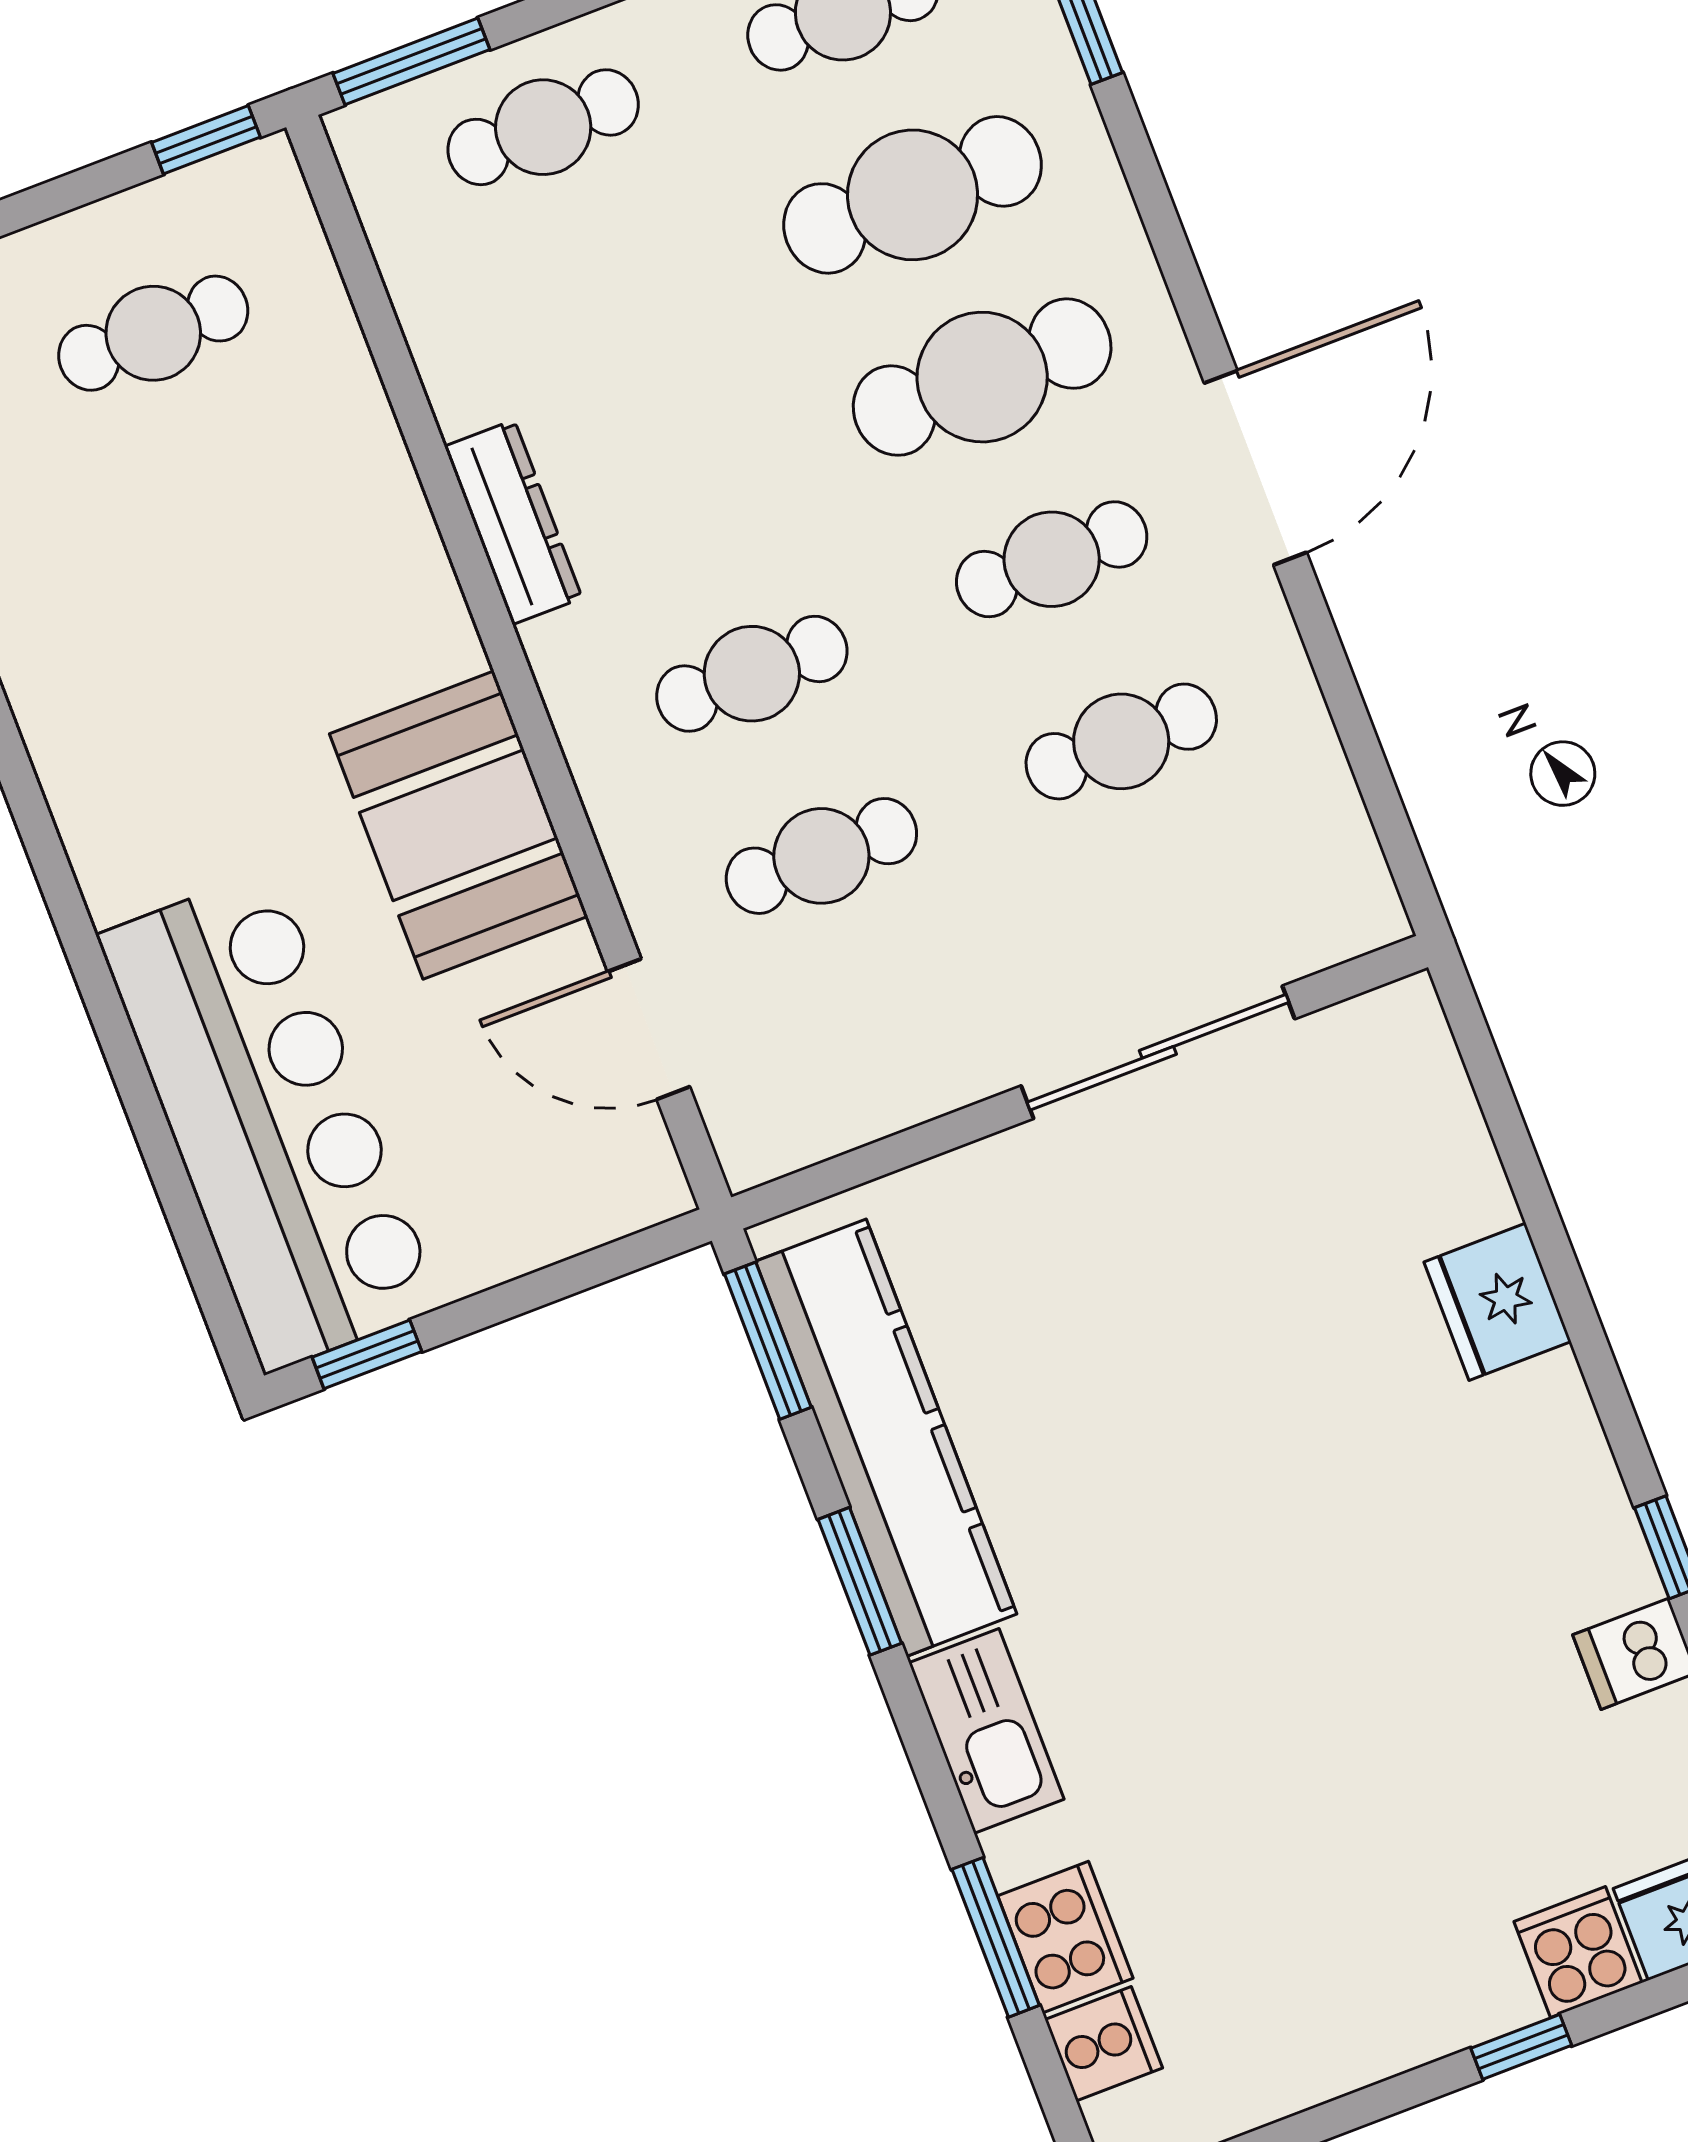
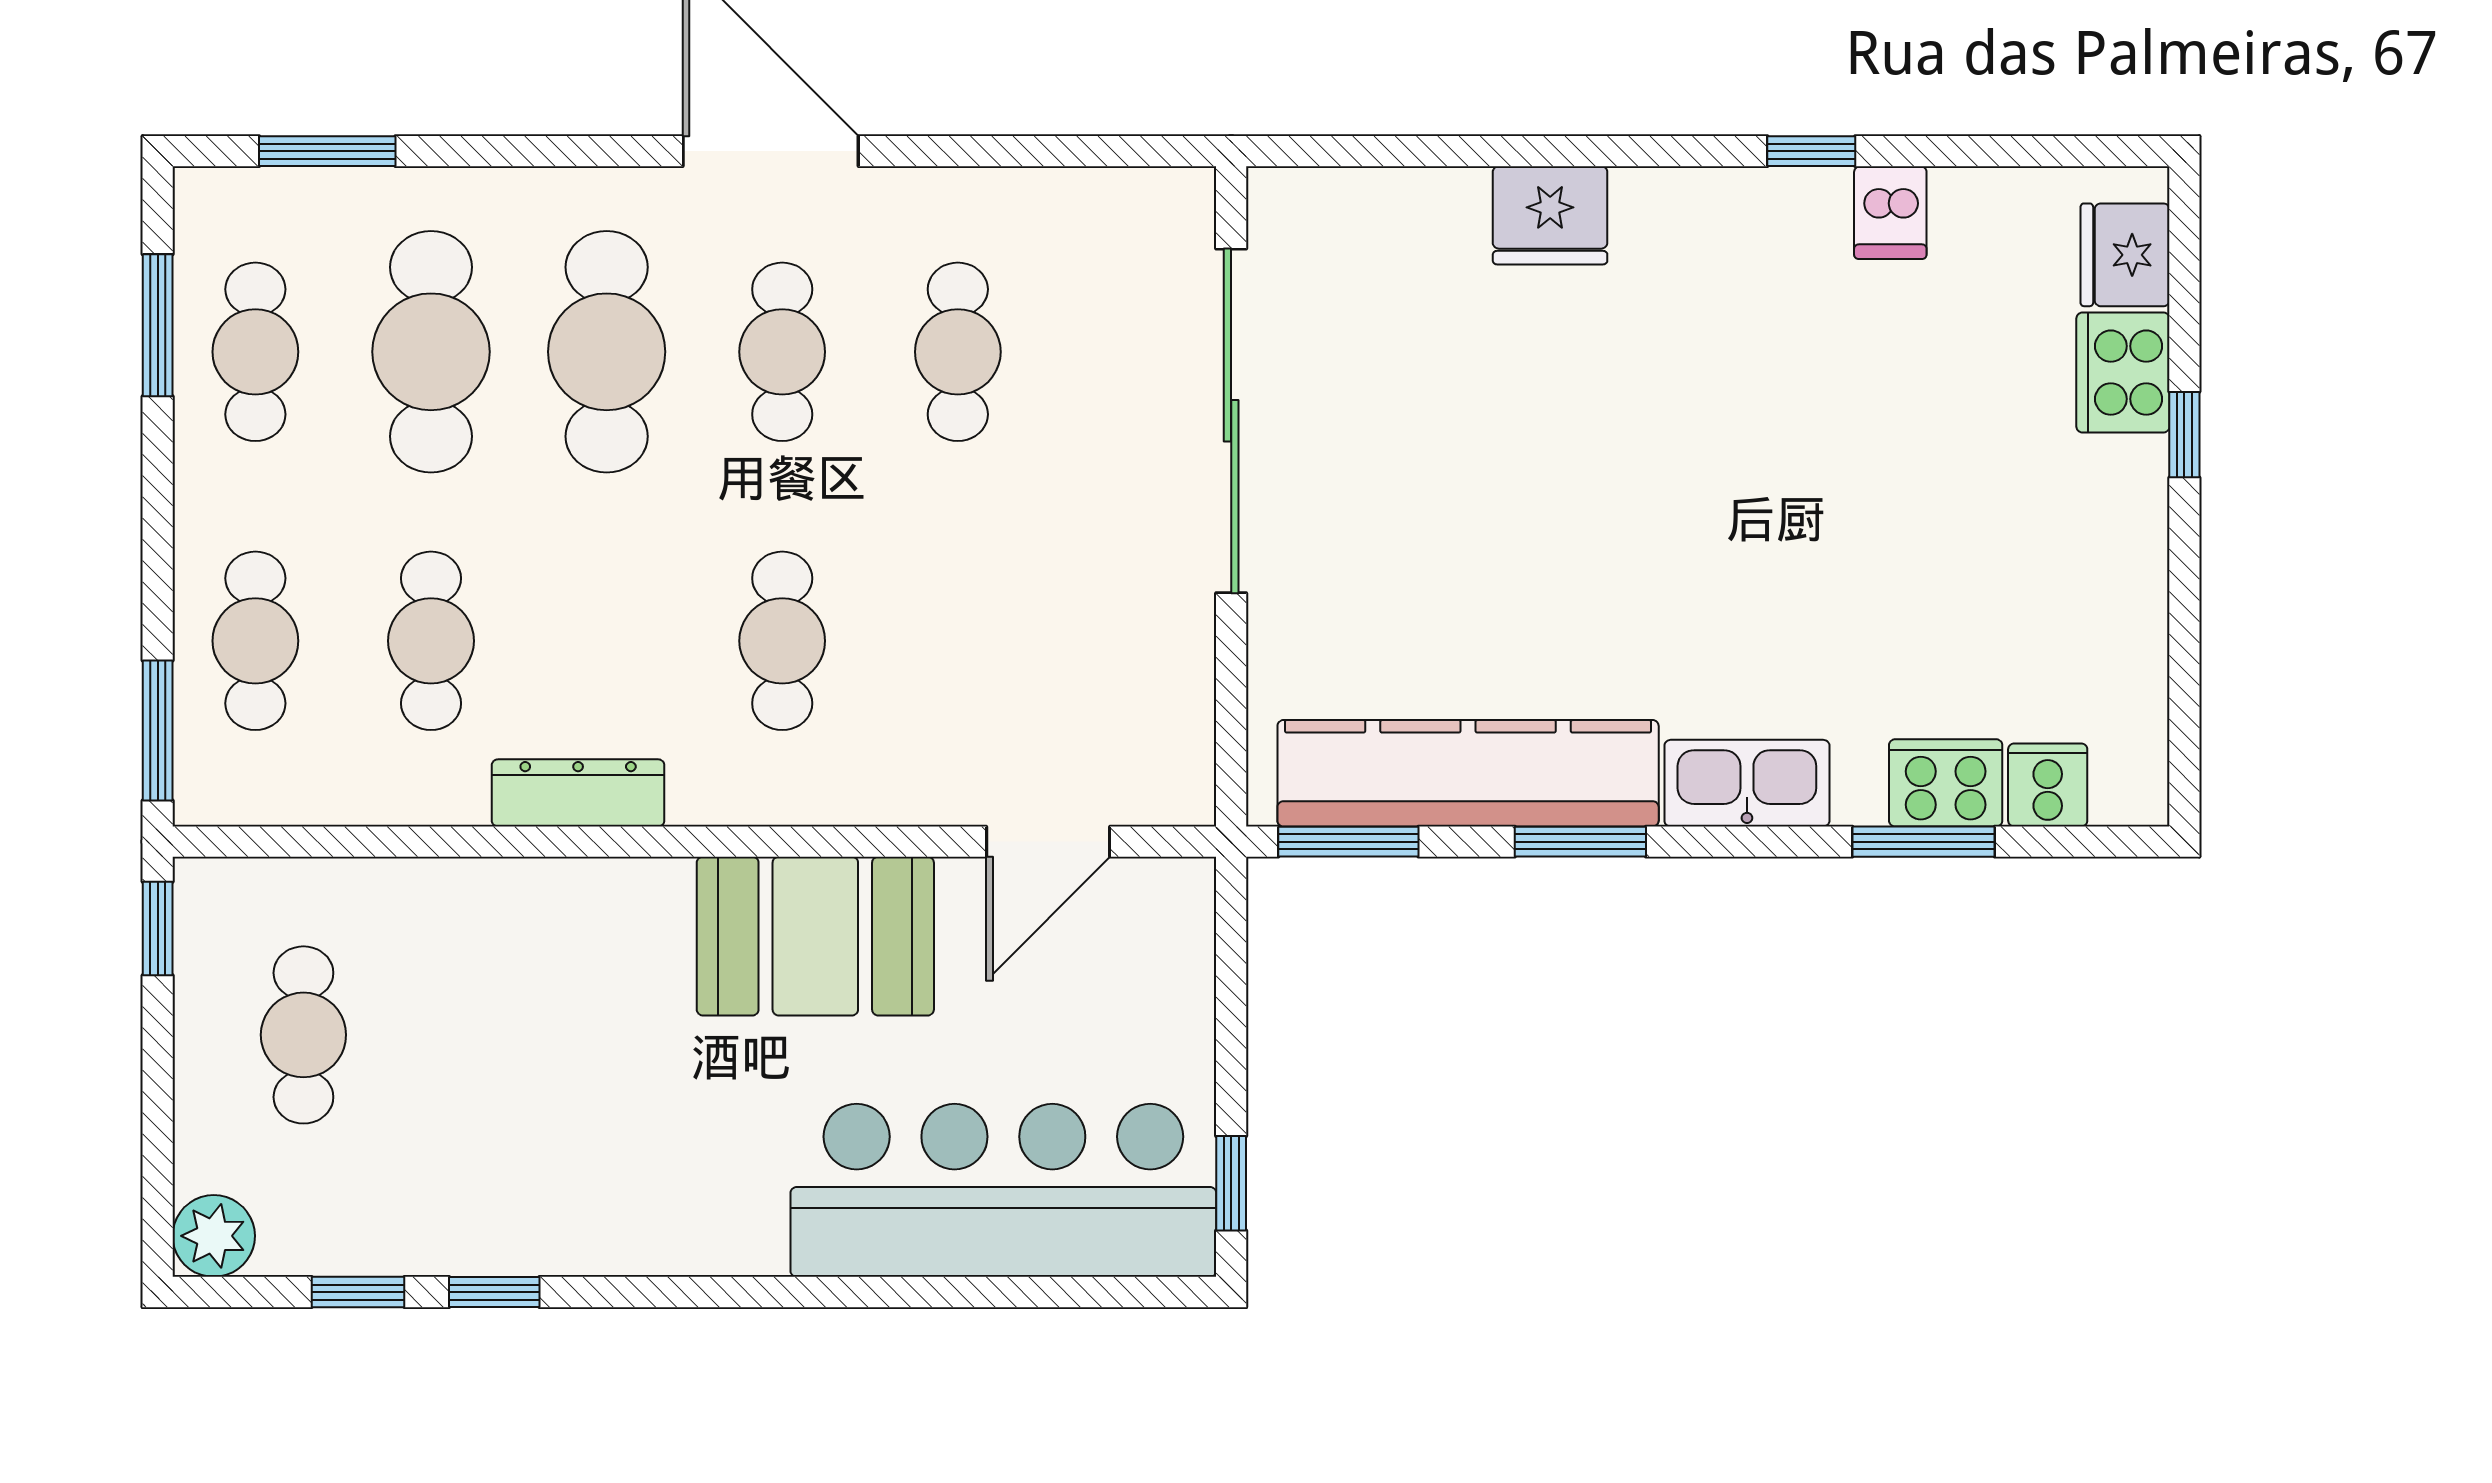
cafe table: (821, 856) -> (431, 641), moved
sliding door: (1158, 1052) -> (1231, 421), width x1.36
cooker: (1578, 1952) -> (2123, 373), width x1.36

